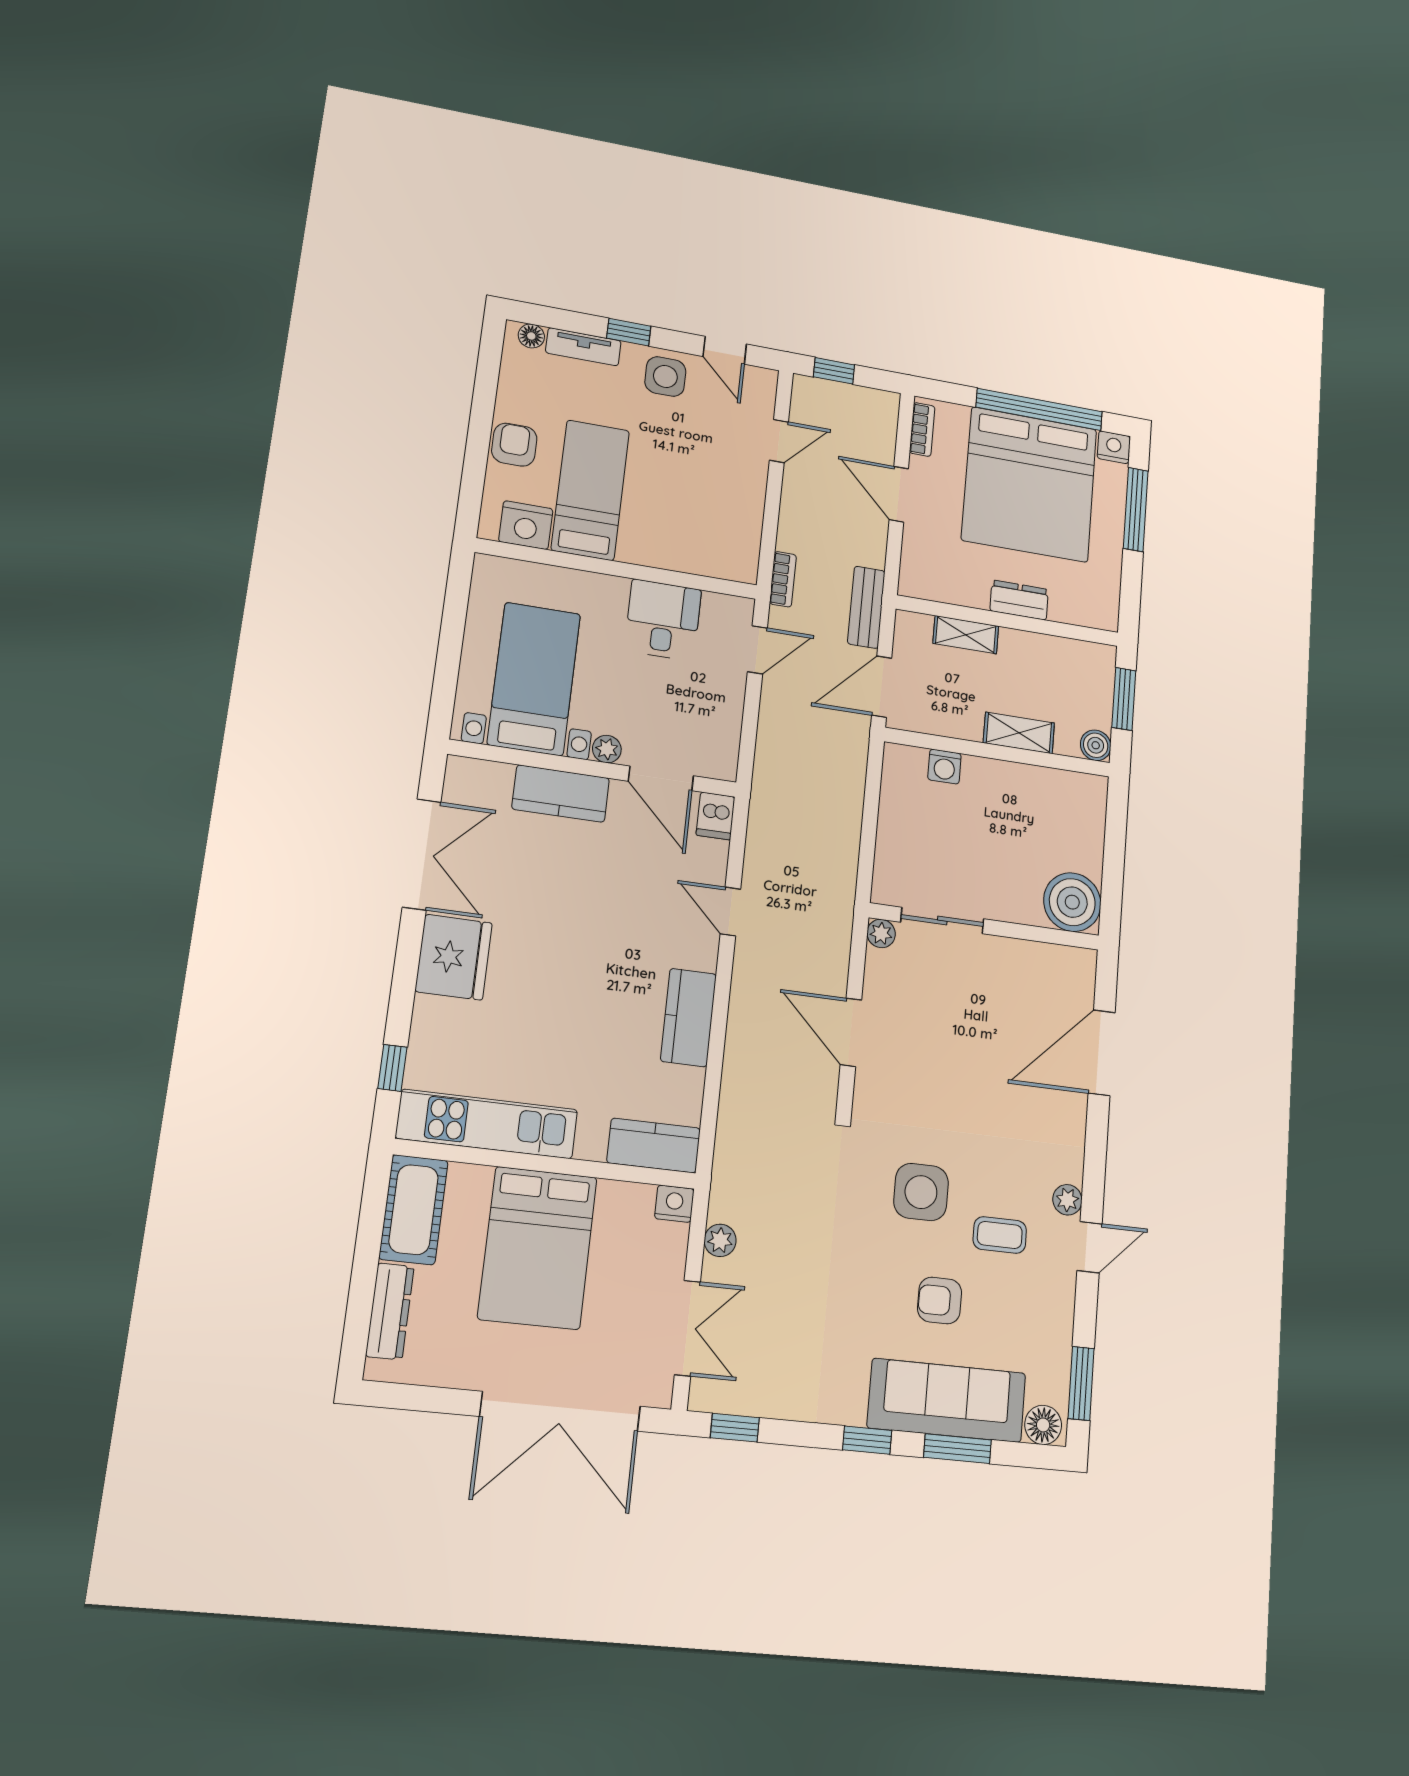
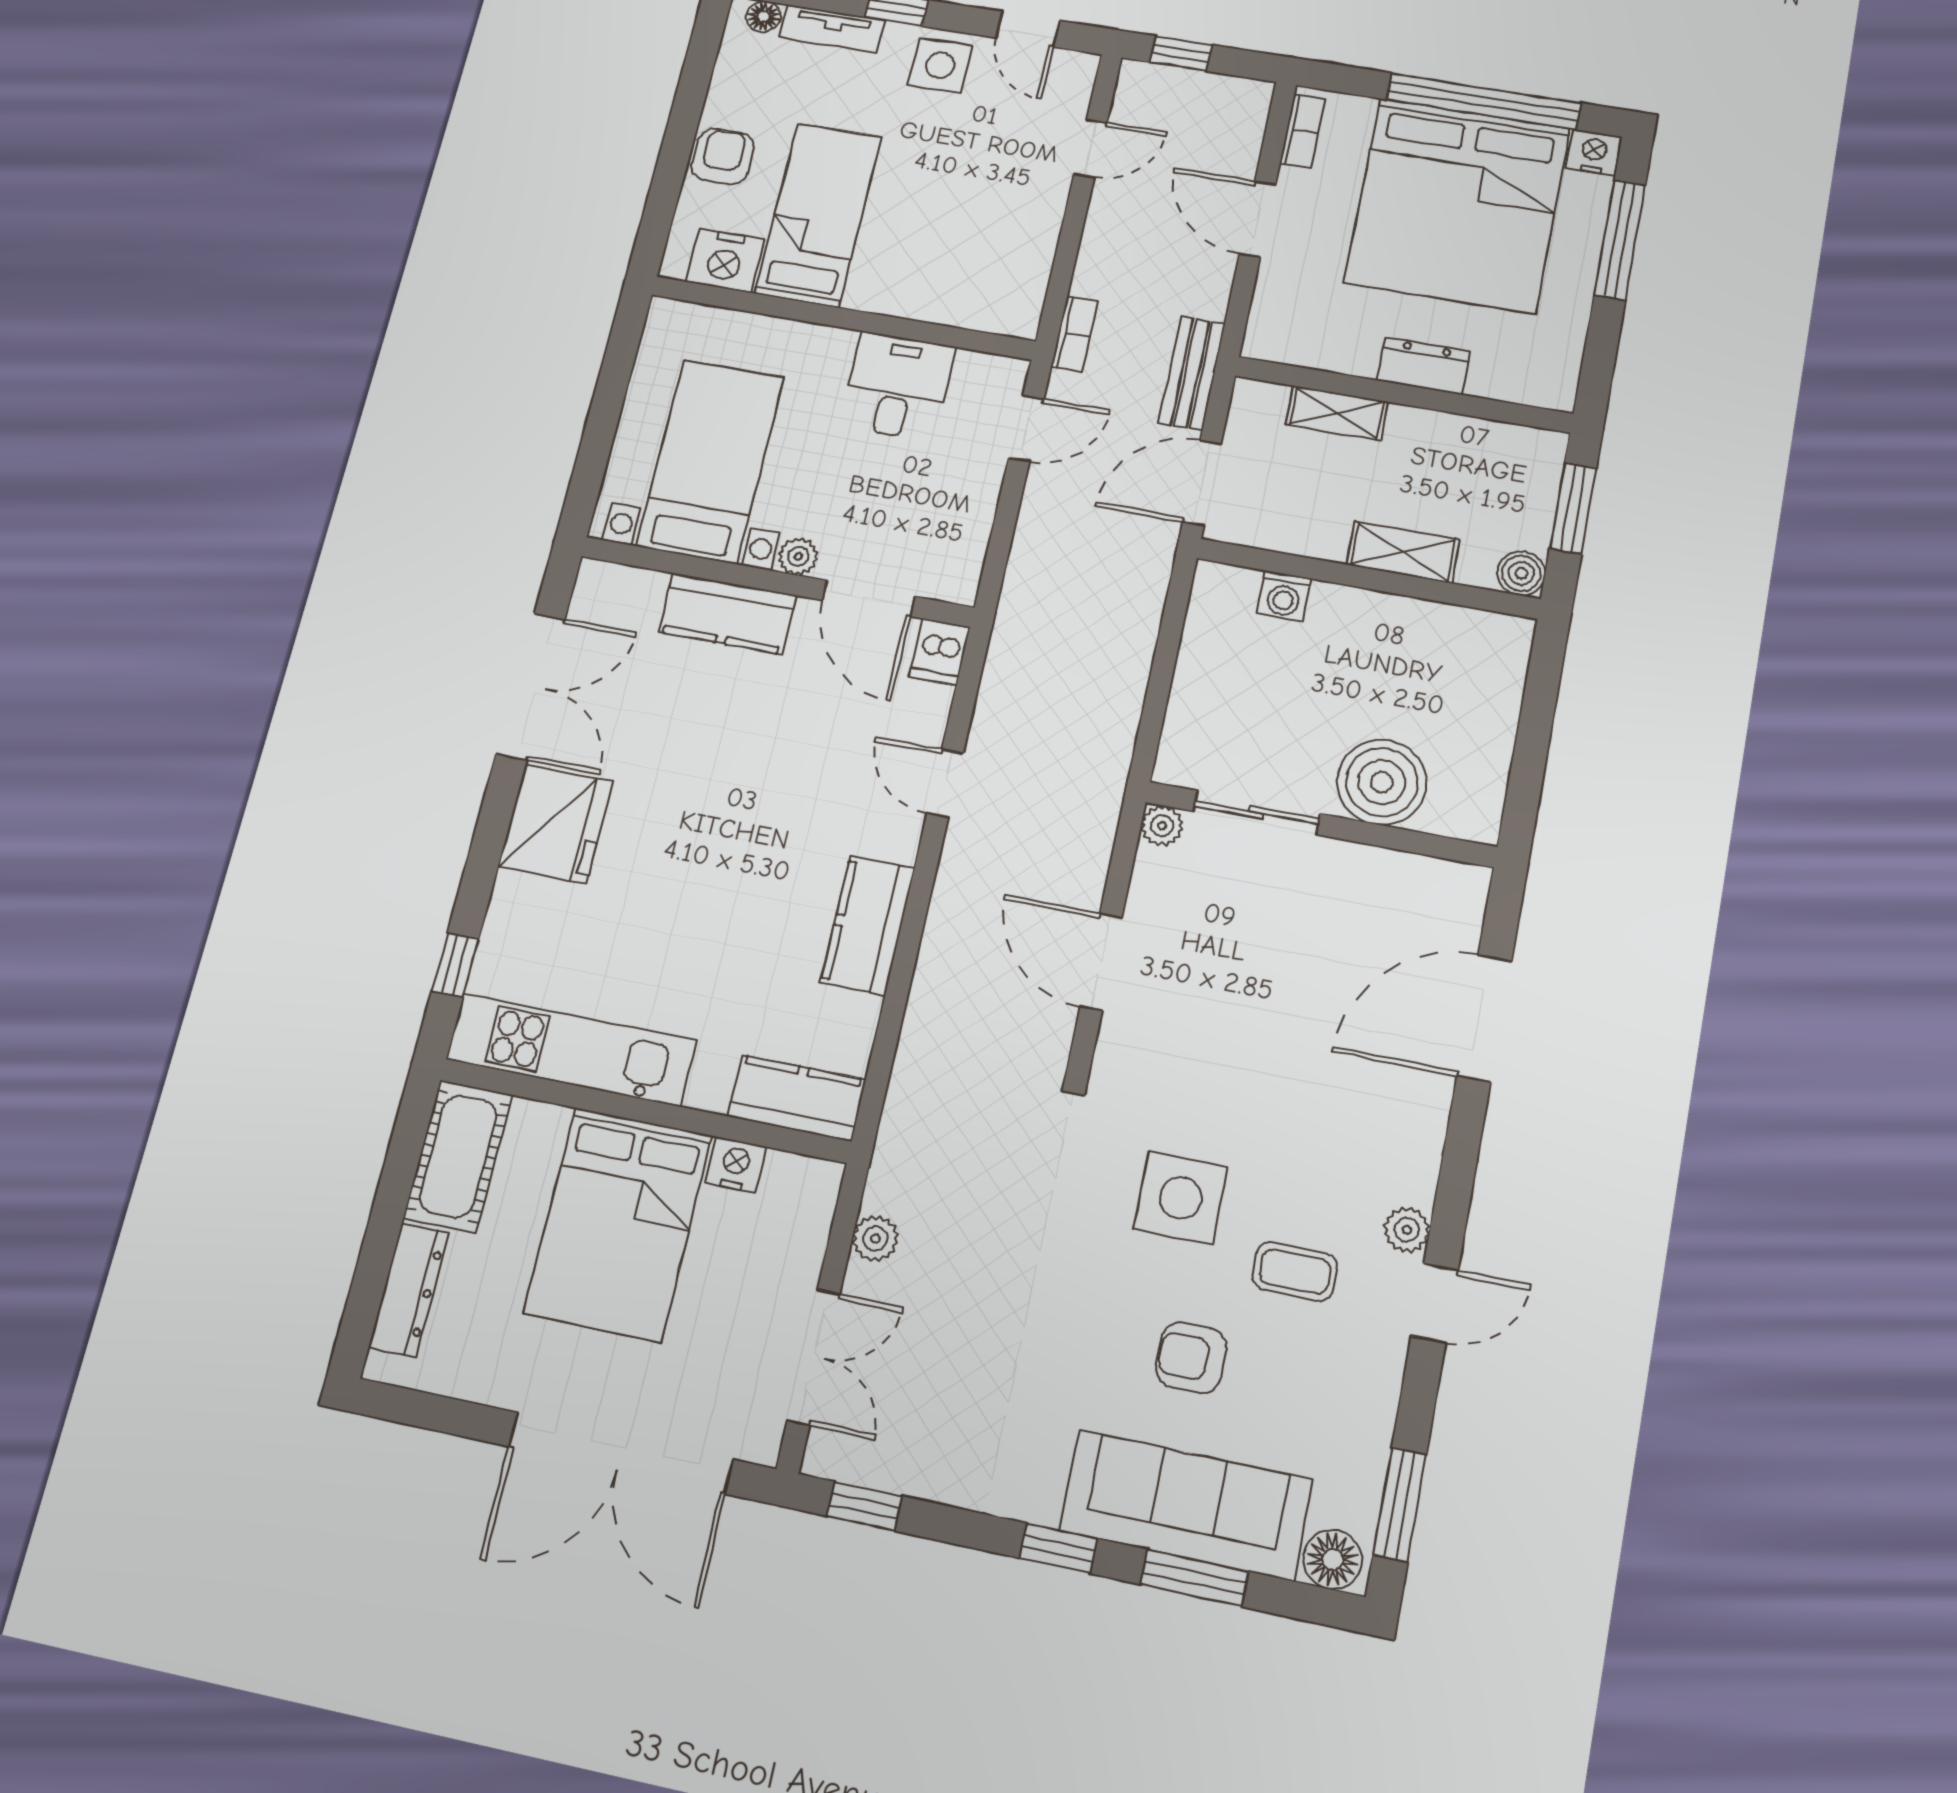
boiler: (1072, 902) -> (1382, 782), moved
nightstand: (674, 1204) -> (736, 1165), moved

